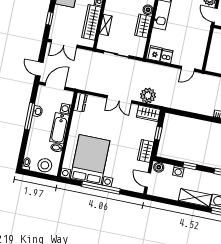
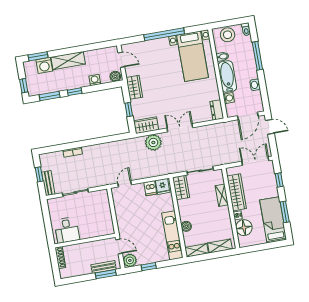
wardrobe: (143, 26) -> (181, 187), moved
window: (30, 116) -> (257, 56), moved
bed with nightstands: (90, 160) -> (193, 56), width x0.73
window: (190, 166) -> (75, 92), moved

